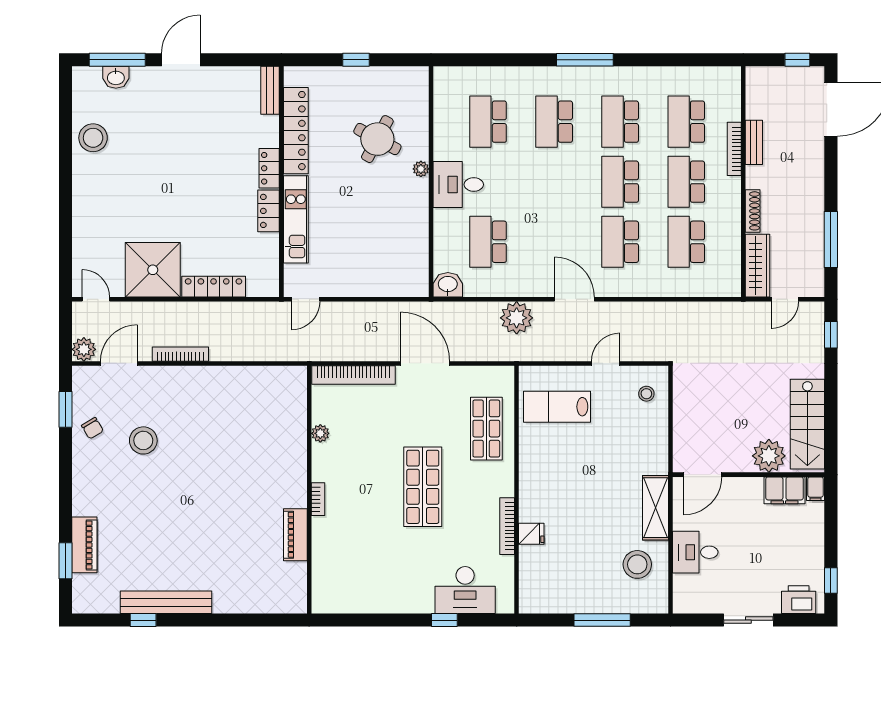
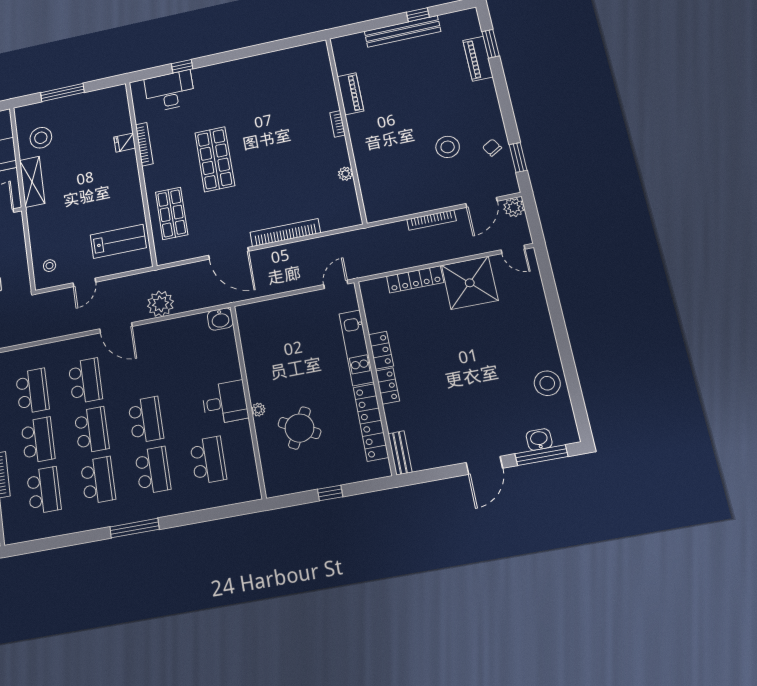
school desk: (488, 242) -> (146, 420), moved
plant: (320, 433) -> (345, 174), moved
wall: (309, 490) -> (346, 129), moved
bookcase: (318, 499) -> (338, 124), moved
piano: (295, 535) -> (350, 94), moved

